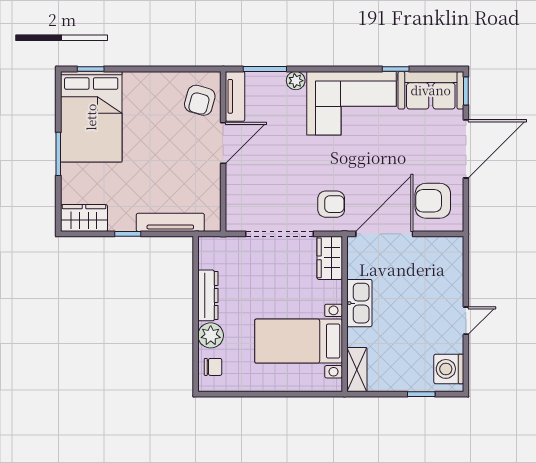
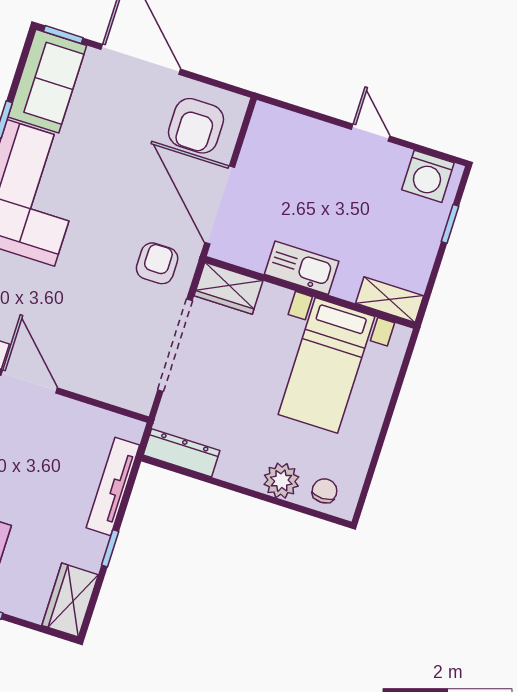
dresser: (208, 295) -> (181, 453), moved

